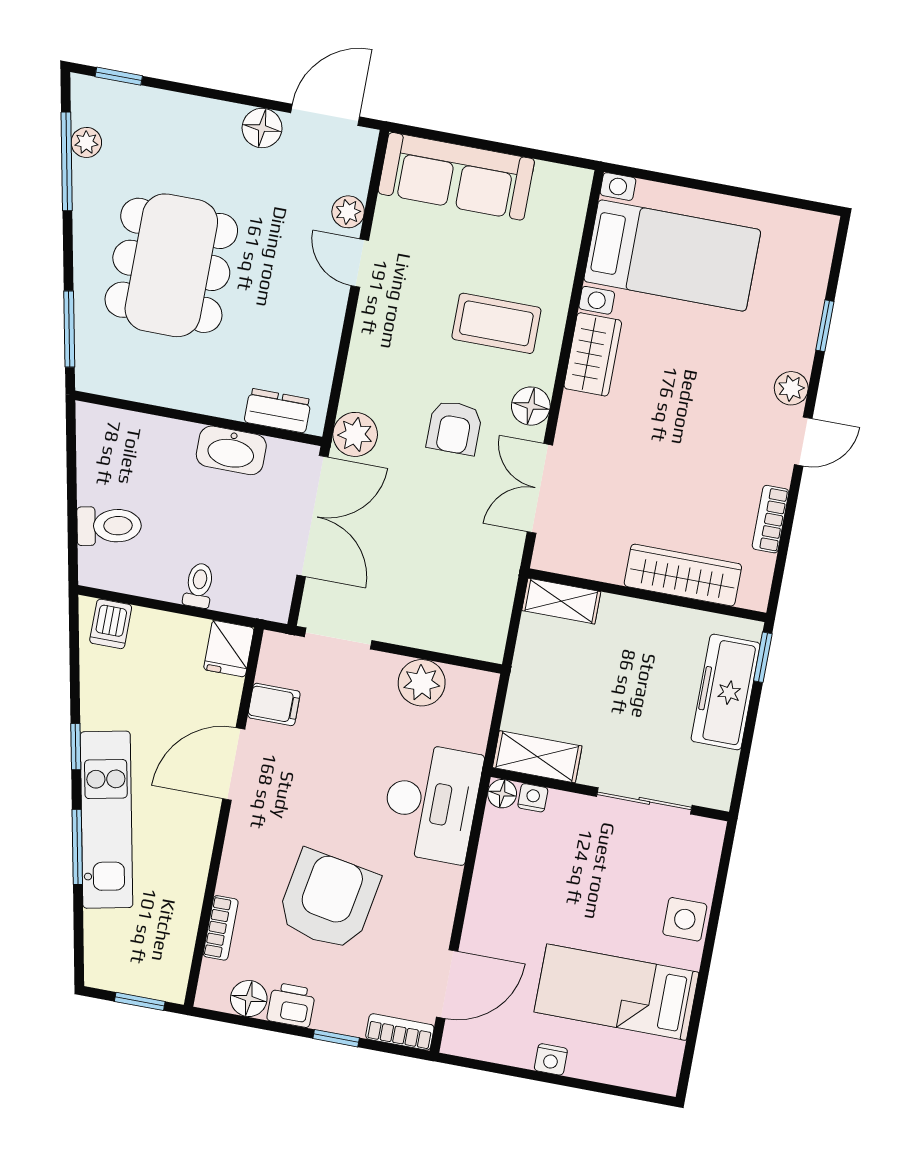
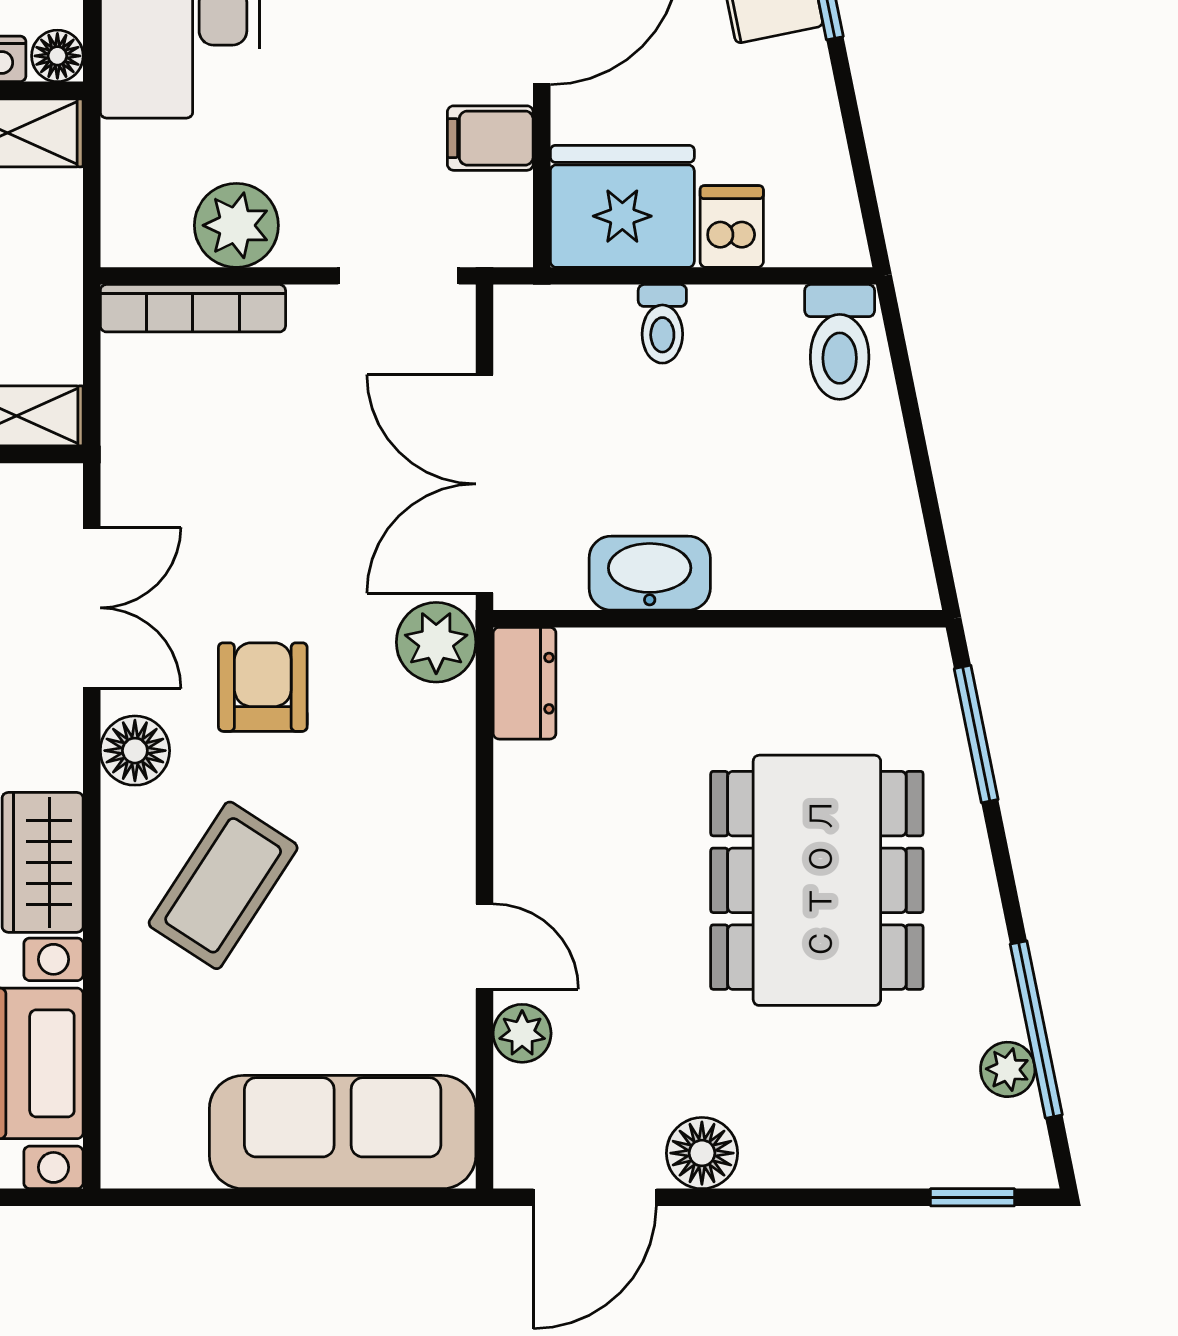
coffee table: (496, 323) -> (223, 885), turned -57
dresser: (278, 411) -> (525, 683), moved, turned -90
toilet: (109, 526) -> (840, 342), moved, turned -79
dishwasher: (111, 624) -> (732, 226), moved
bookcase: (454, 642) -> (193, 308), added
fridge: (229, 649) -> (622, 206), width x1.88, depth x1.34

